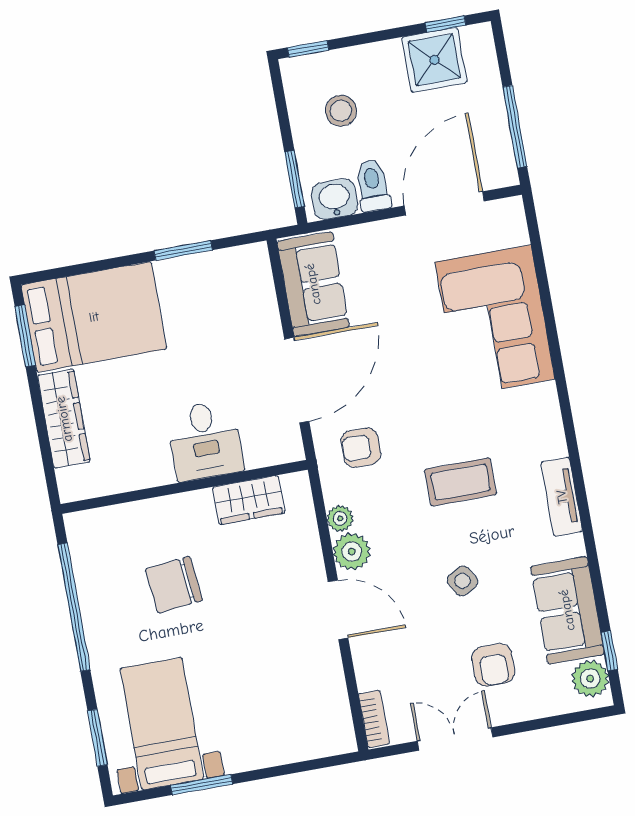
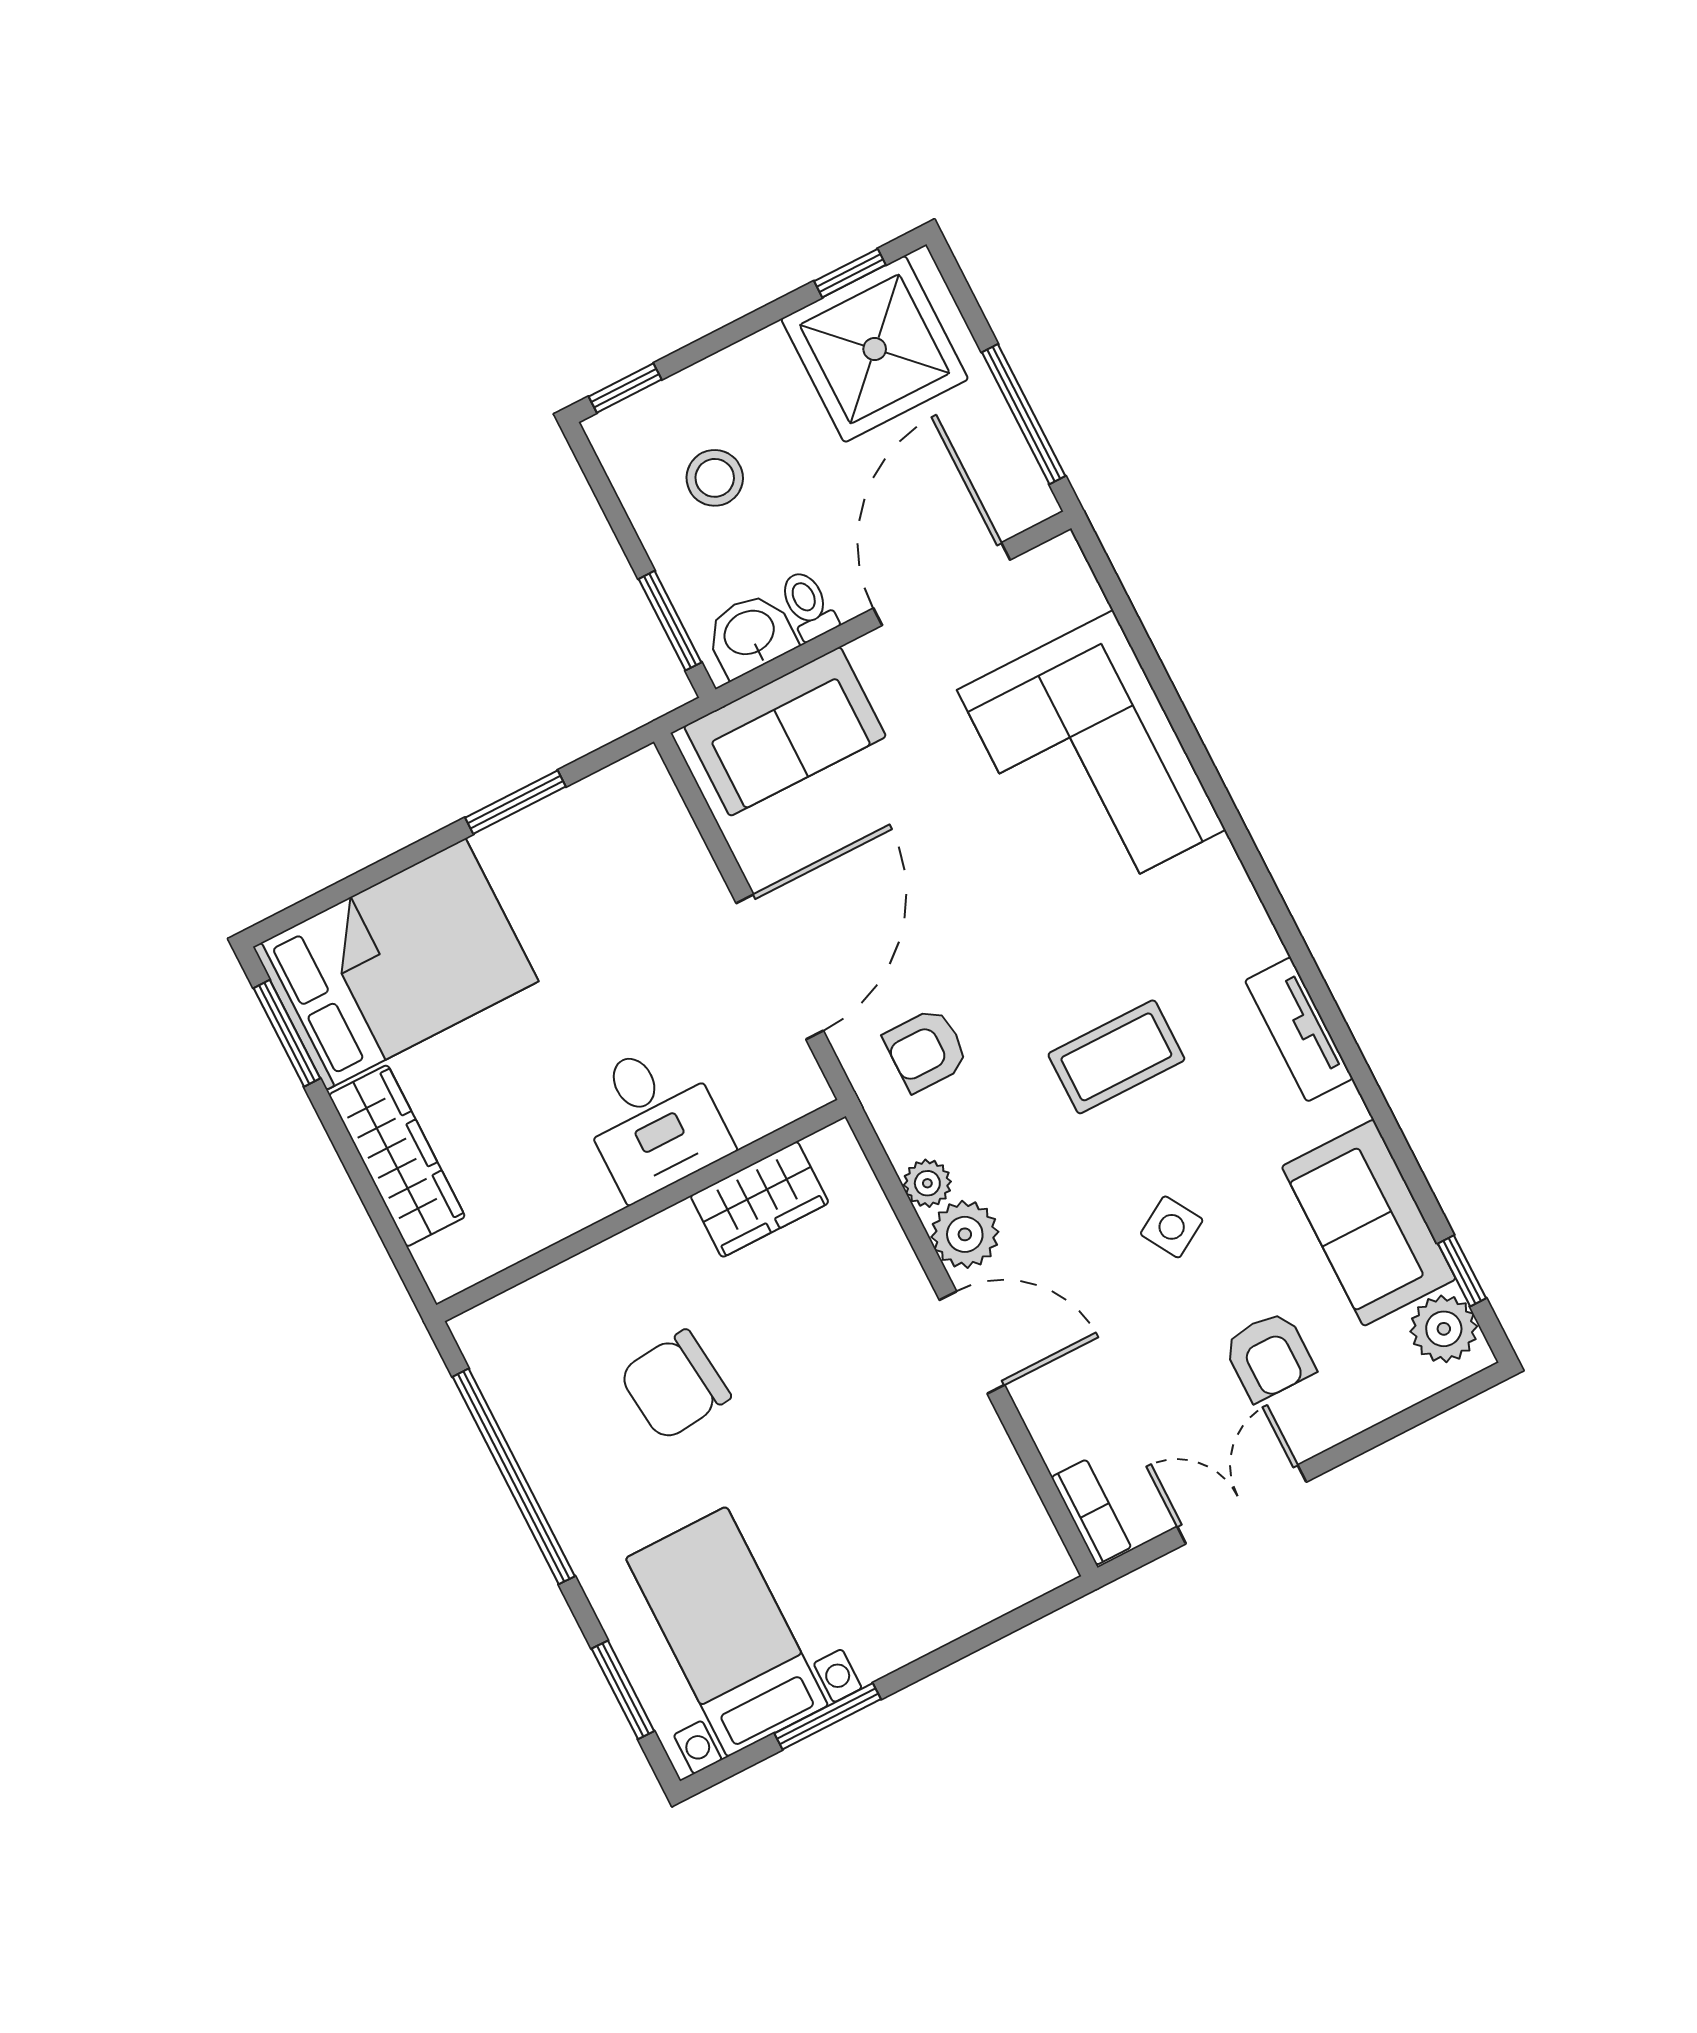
shower: (434, 60) -> (875, 349), width x1.37, depth x1.37
toilet: (373, 185) -> (808, 605), width x0.73, depth x0.72
sofa: (313, 284) -> (785, 731), moved, turned 90

